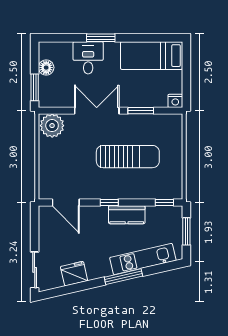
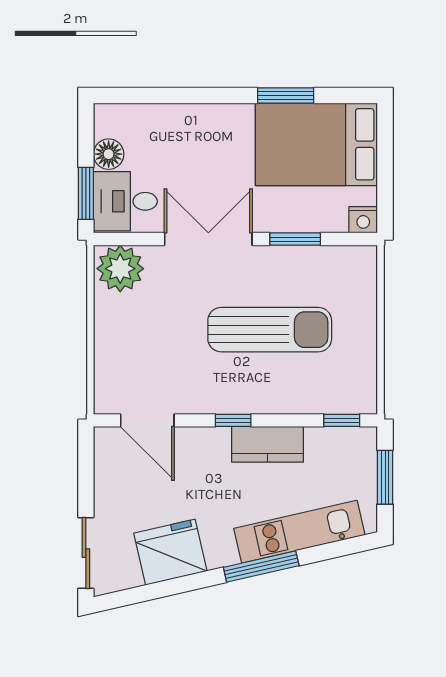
window: (101, 38) -> (286, 95), moved
bed: (152, 56) -> (316, 144), width x1.50
desk: (88, 58) -> (125, 201), moved, turned -90
fridge: (74, 274) -> (170, 552), width x1.36, depth x1.34

